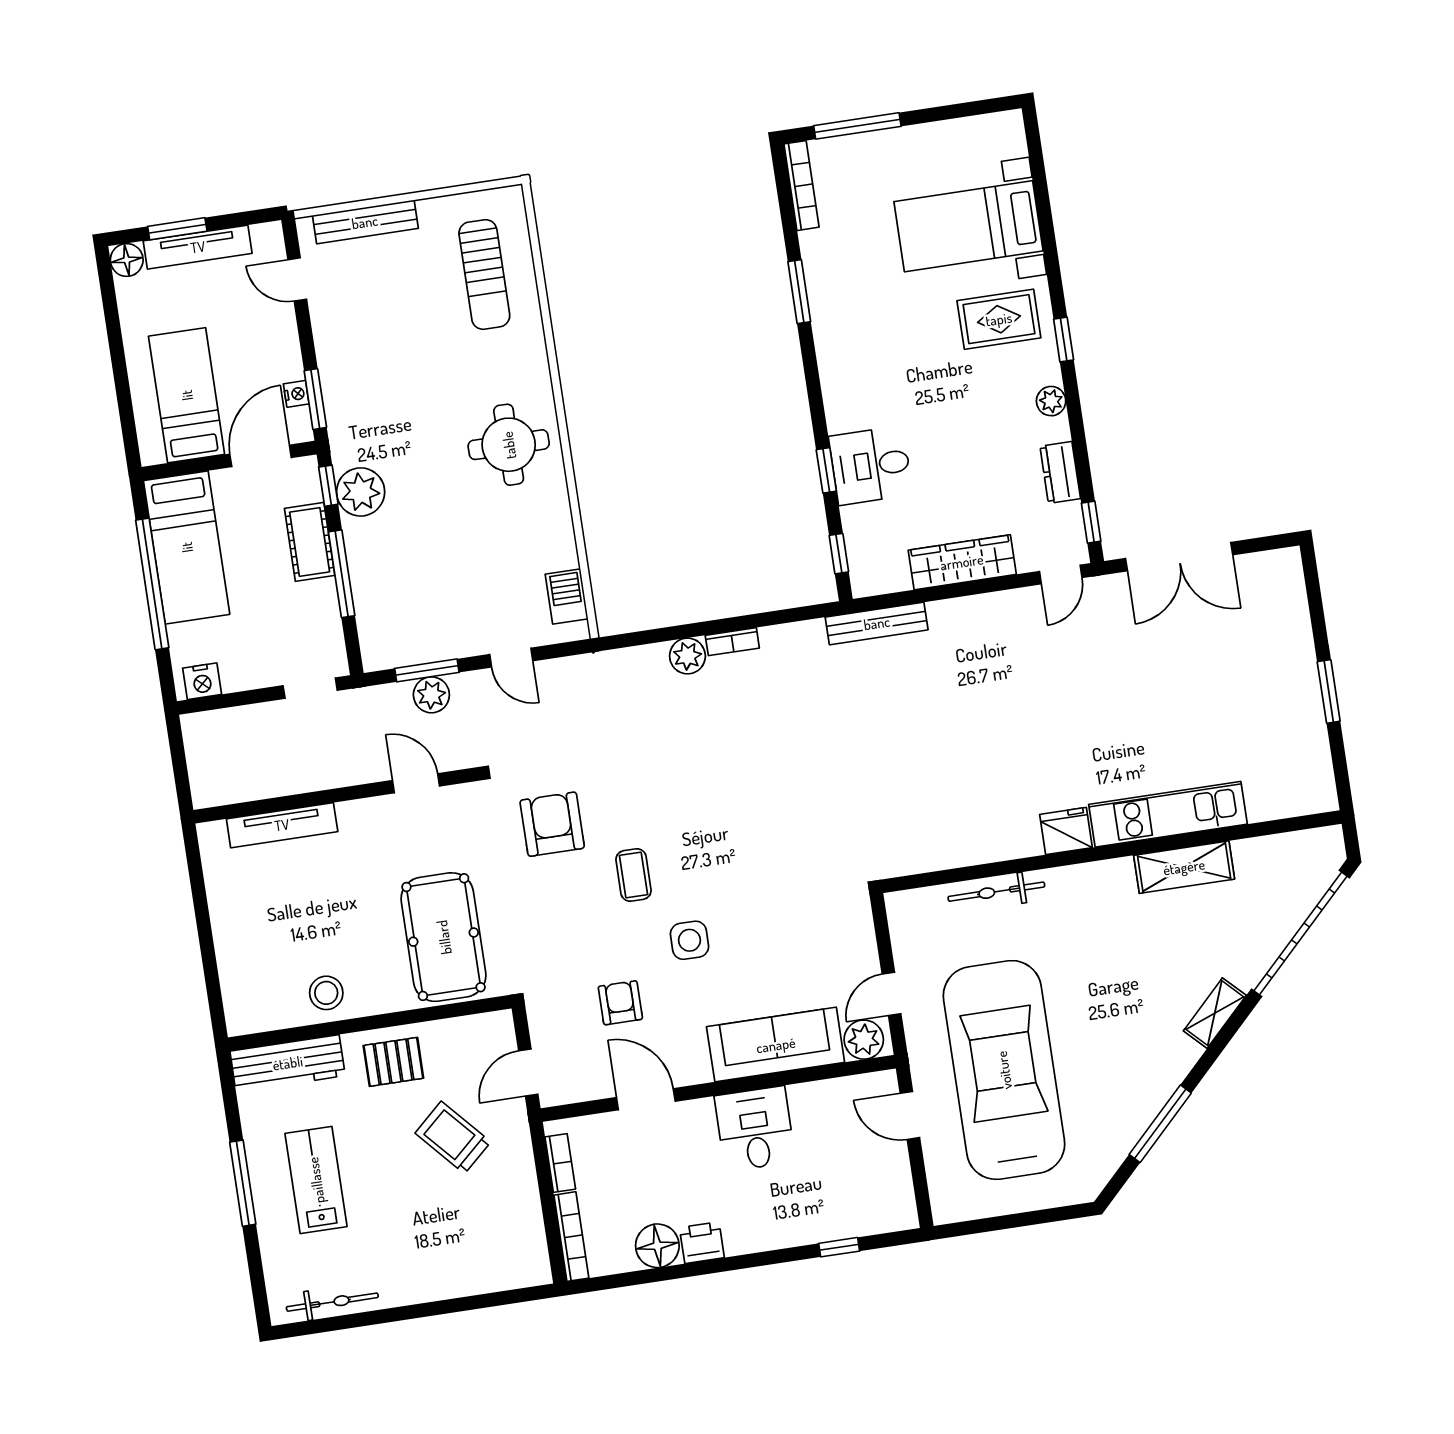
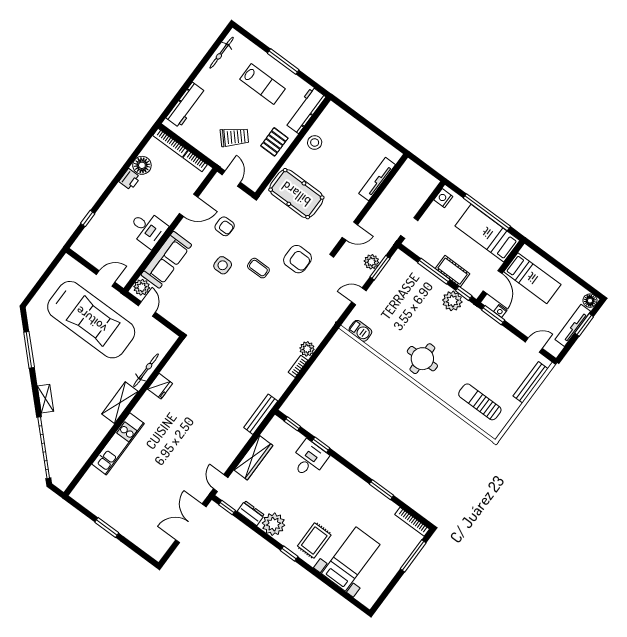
plant: (1051, 401) -> (274, 524), width x1.88, depth x1.88
fridge: (1066, 831) -> (160, 386), moved
shelving: (1184, 867) -> (120, 403), moved
workbench: (481, 1274) -> (186, 105), added

